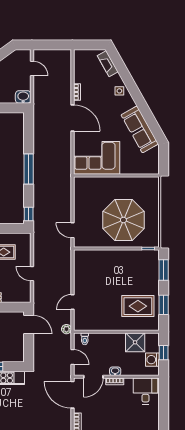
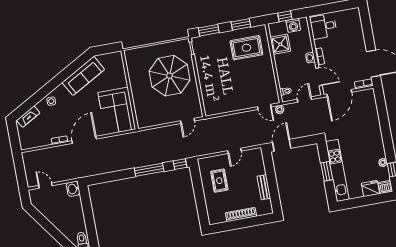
door: (32, 68) -> (45, 186), hinge flipped
window: (29, 169) -> (149, 170), moved
door: (72, 302) -> (264, 107), moved
rug: (138, 306) -> (246, 48), turned 90

